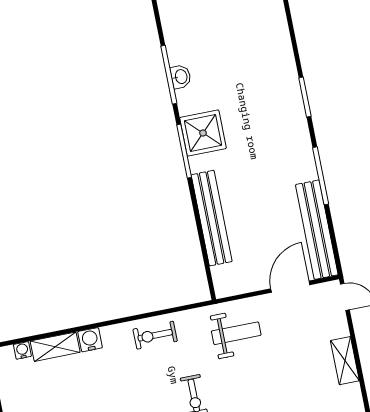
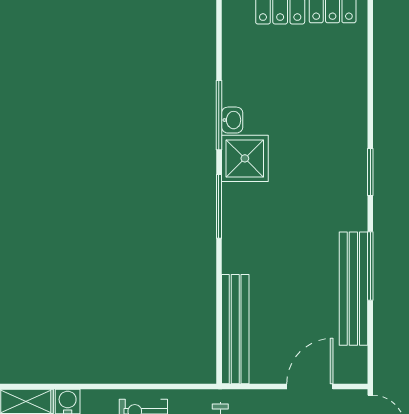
shower: (203, 133) -> (245, 158), moved
bench: (212, 218) -> (235, 329), moved
bench: (317, 230) -> (353, 289), moved

